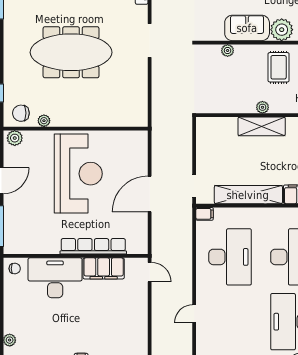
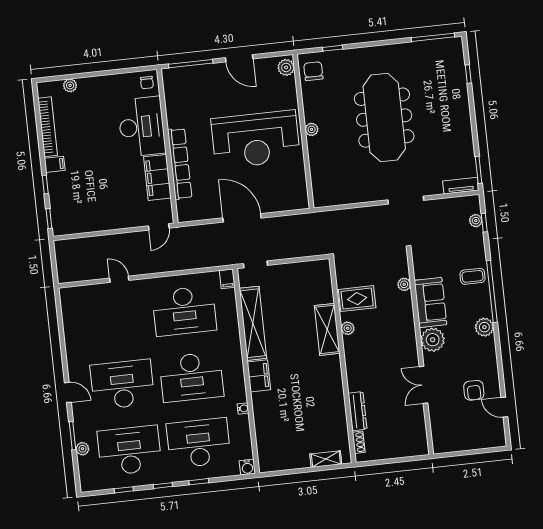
rug: (279, 67) -> (357, 299), moved
plant: (44, 121) -> (312, 129), moved

